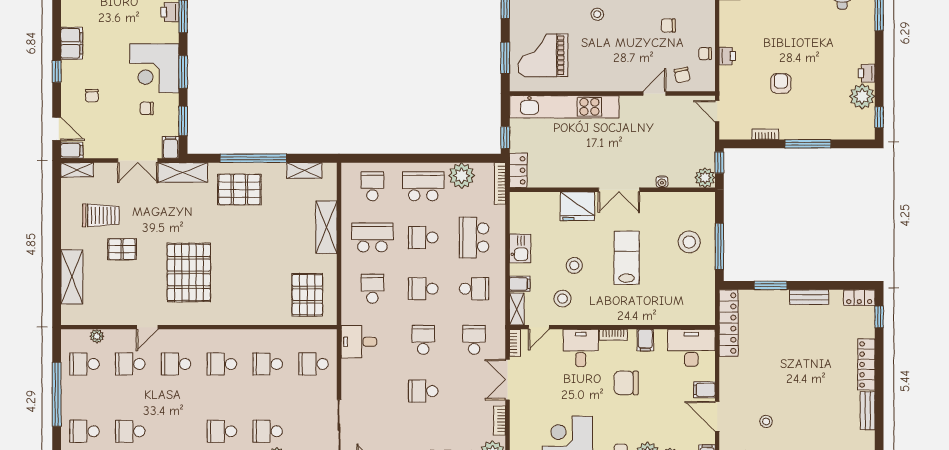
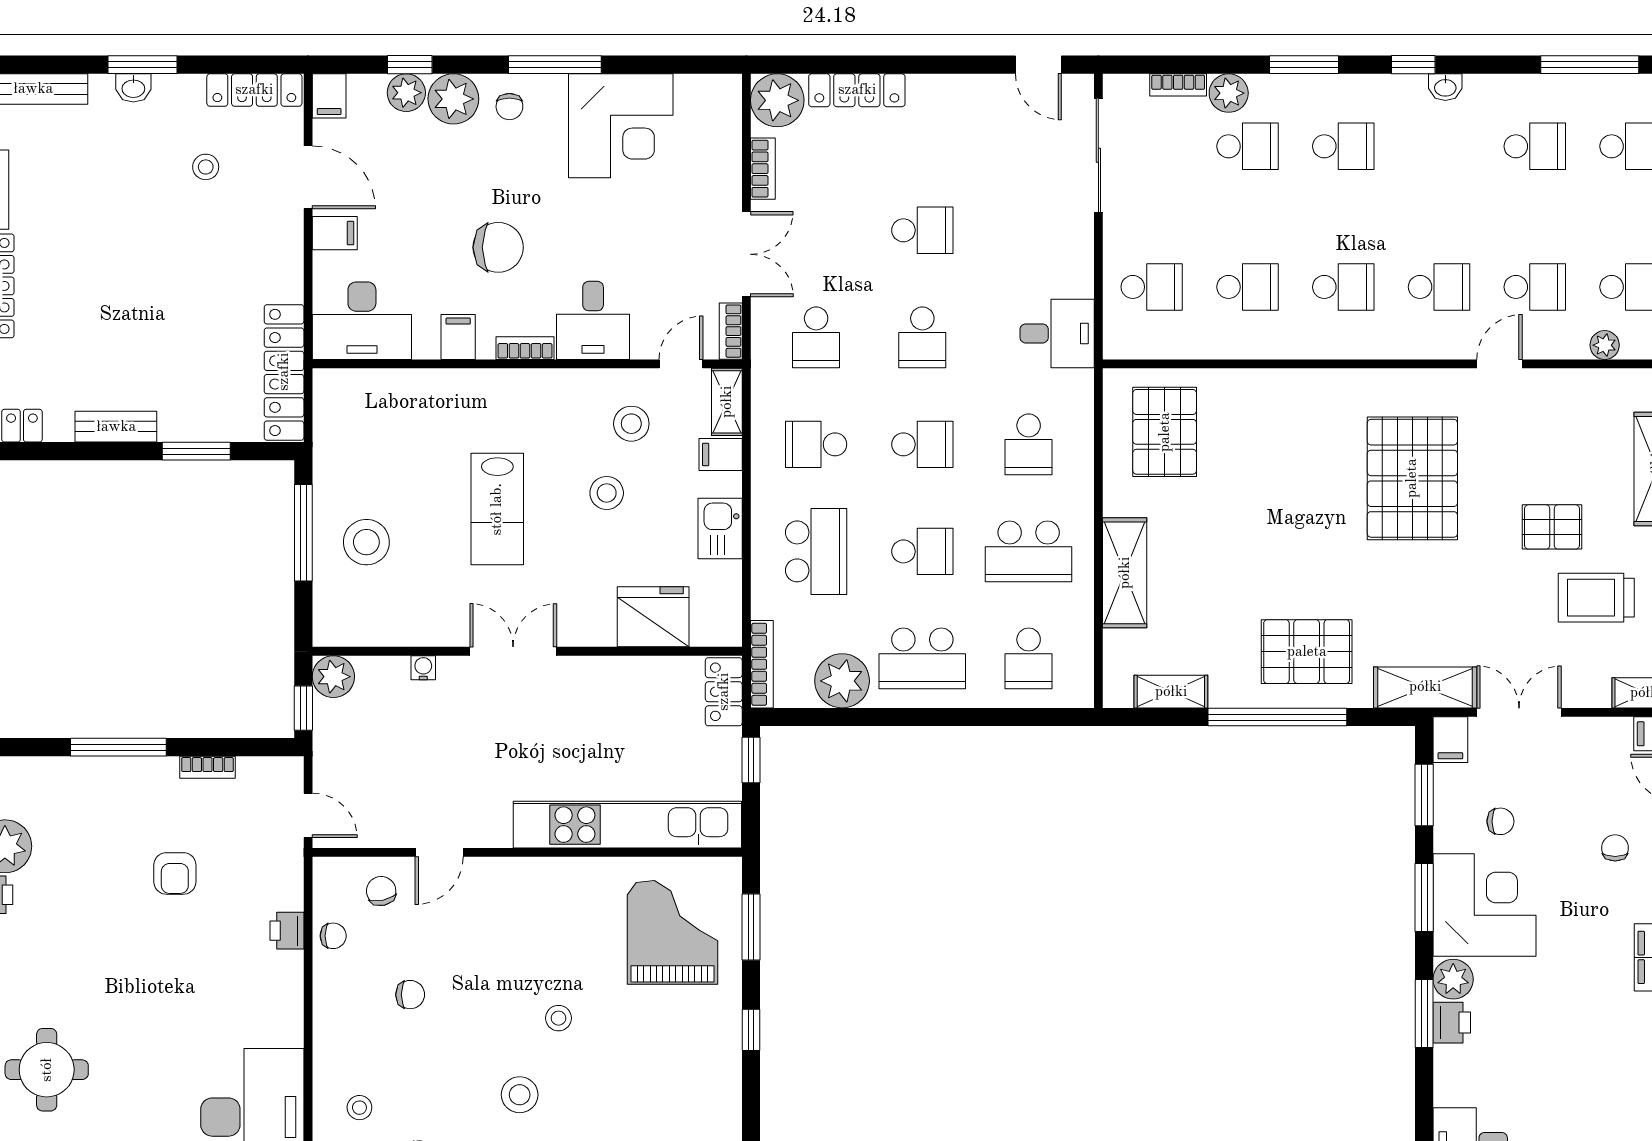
plant: (169, 33) -> (1453, 979), added
grand piano: (543, 55) -> (672, 932), turned -90
fridge: (577, 206) -> (653, 617), moved

